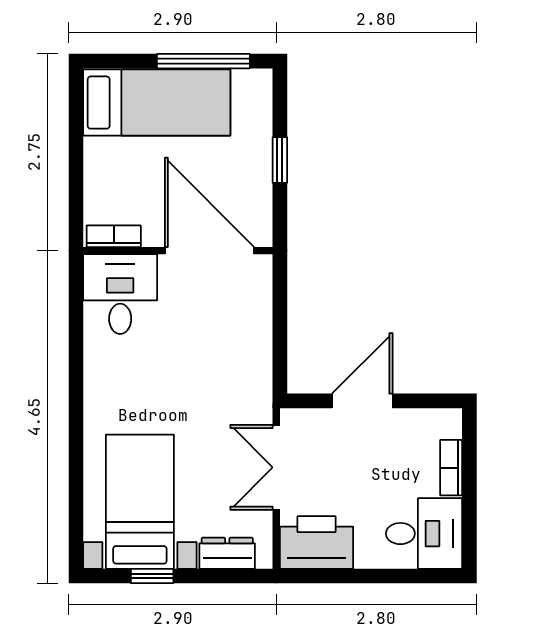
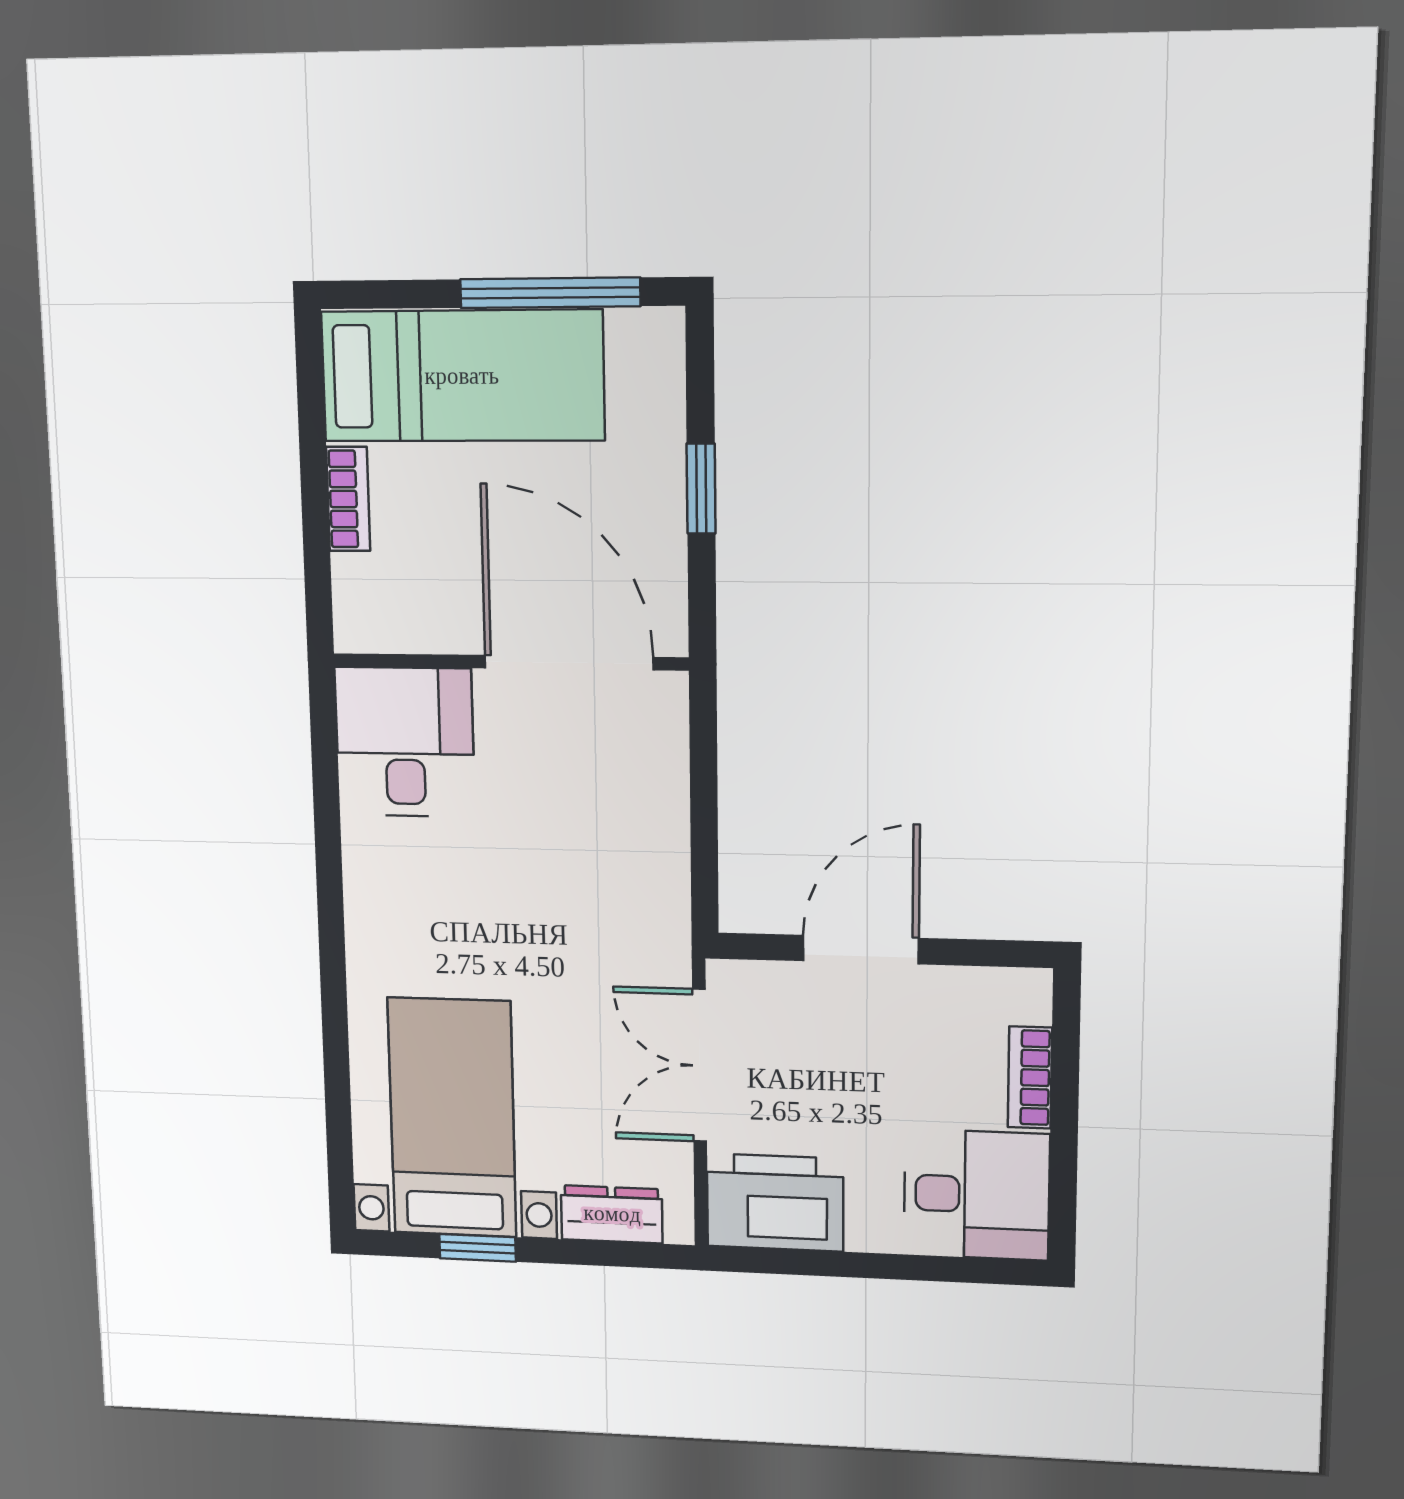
bookcase: (114, 236) -> (348, 499), moved, turned 90

